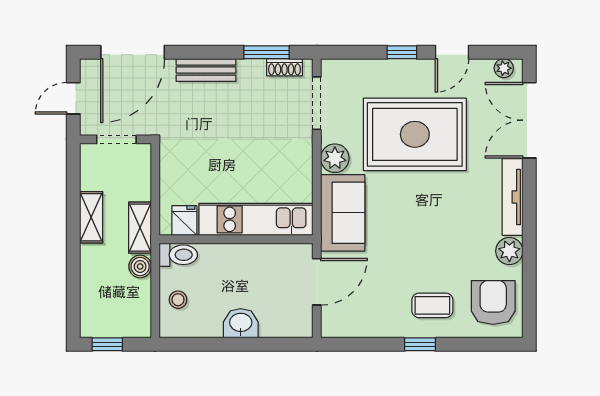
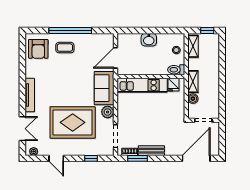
window: (402, 52) -> (91, 158), moved
door: (452, 52) -> (56, 158), swing flipped
bench: (206, 70) -> (151, 151), moved
door: (73, 98) -> (222, 138), removed
double door: (529, 120) -> (22, 129), width x0.73
shelving: (91, 217) -> (193, 46), moved
plant: (509, 251) -> (31, 71), removed
boiler: (140, 266) -> (193, 99), moved
window: (420, 344) -> (70, 31), width x3.17

